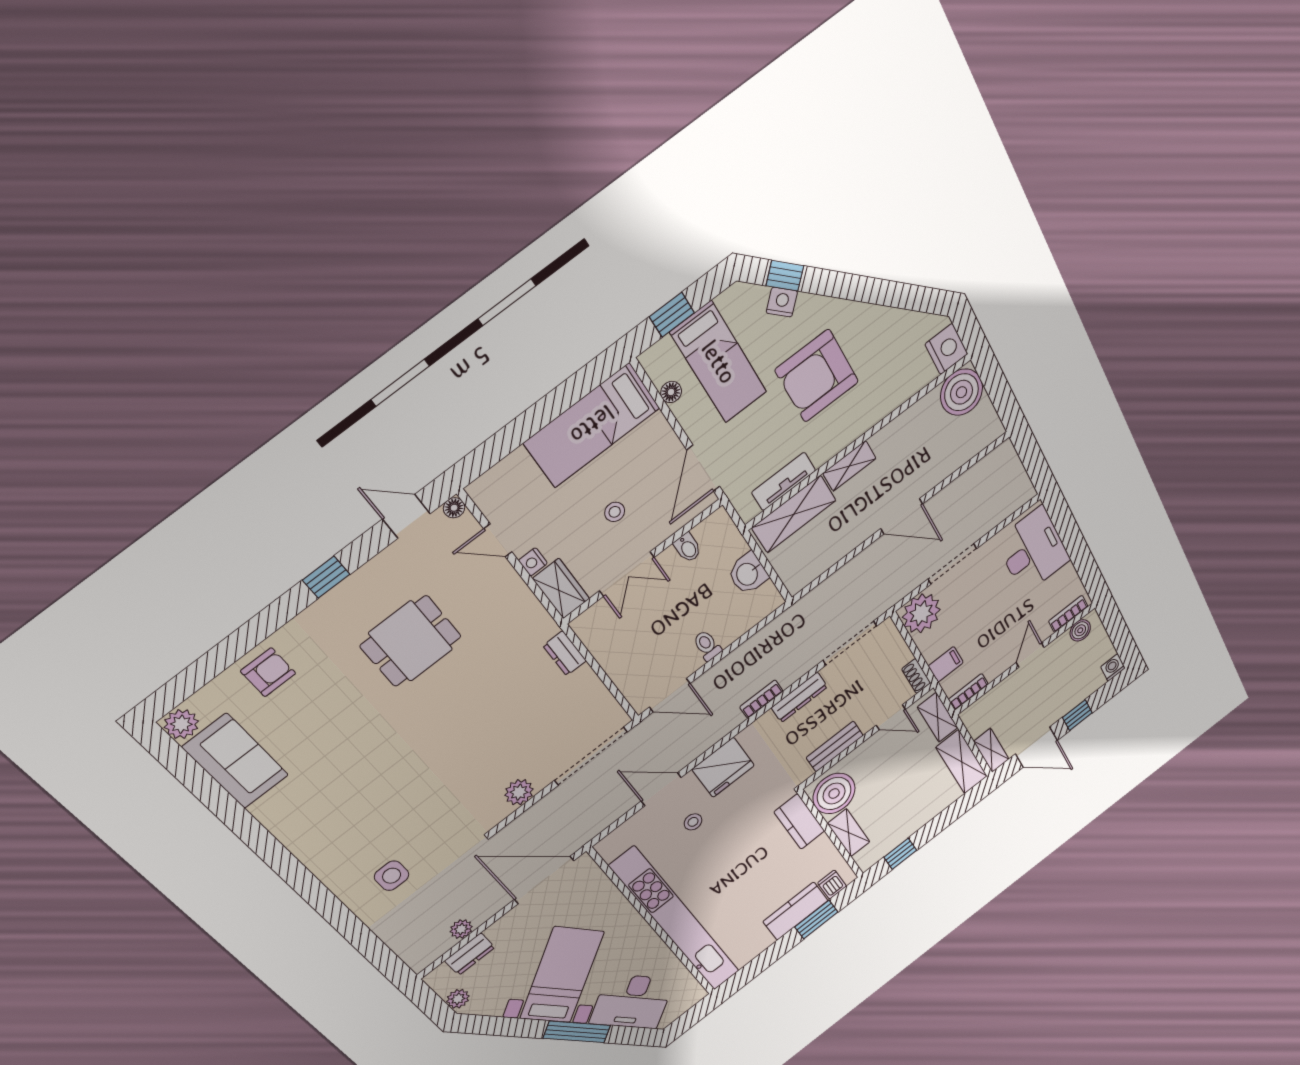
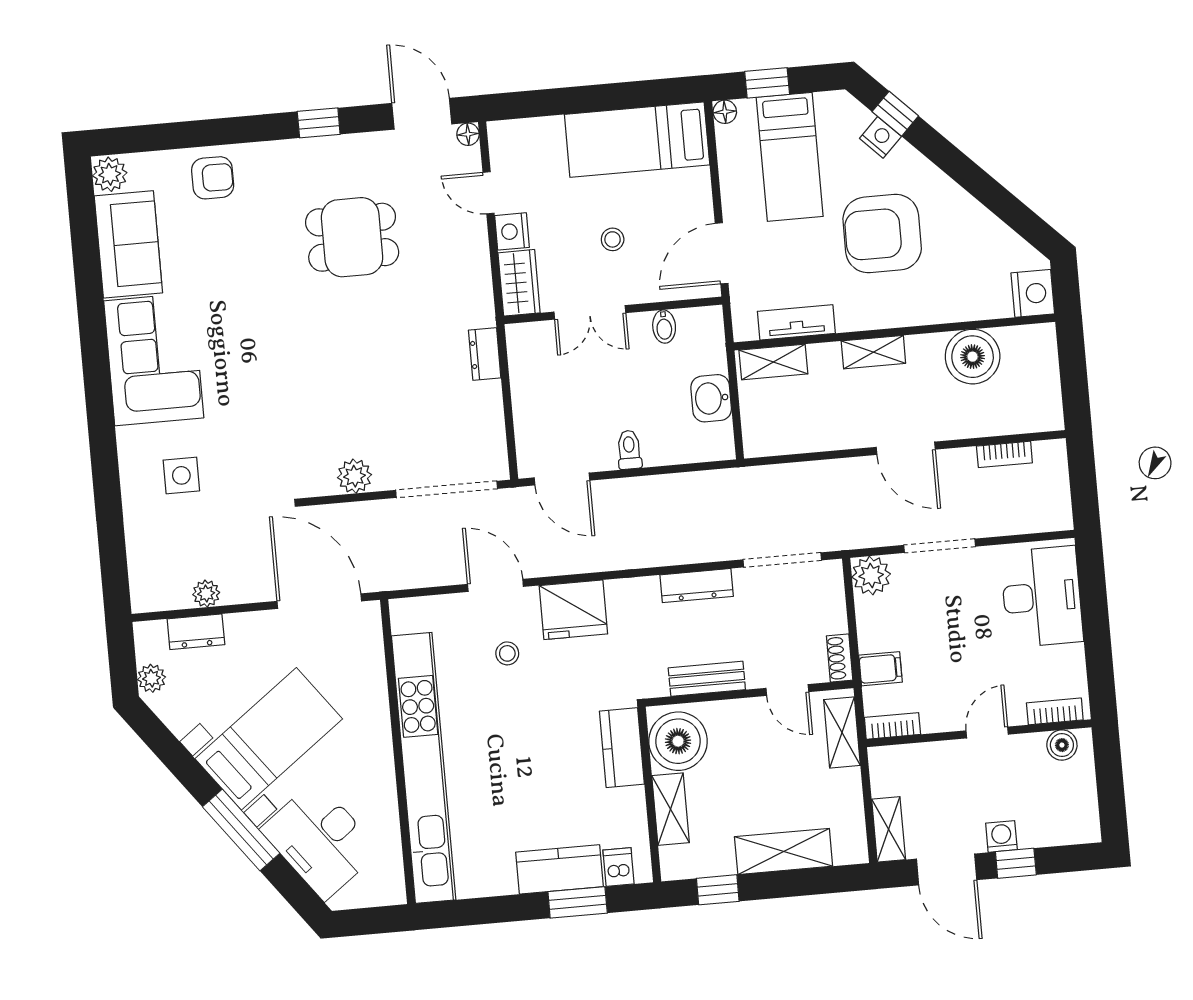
floor lamp: (671, 392) -> (725, 112), moved
boiler: (961, 392) -> (973, 357), moved
shelving: (794, 514) -> (773, 362), width x0.67, depth x0.75
door: (406, 516) -> (422, 114), width x1.38
nightstand: (533, 562) -> (512, 231), width x1.39, depth x1.35
plant: (921, 613) -> (871, 576), width x0.73, depth x0.73
washing machine: (1113, 667) -> (1001, 836), moved
bookcase: (761, 699) -> (1004, 454), moved, turned 180
shelving: (962, 762) -> (784, 851), moved, turned 90
corner sofa: (315, 821) -> (154, 359), added

